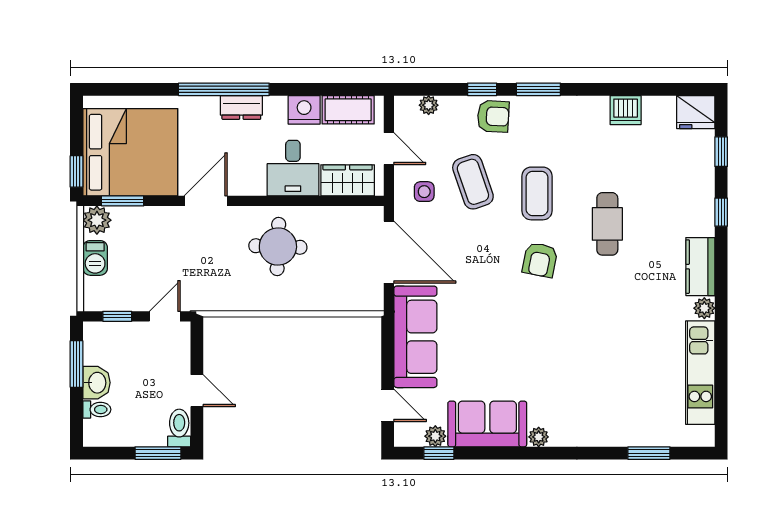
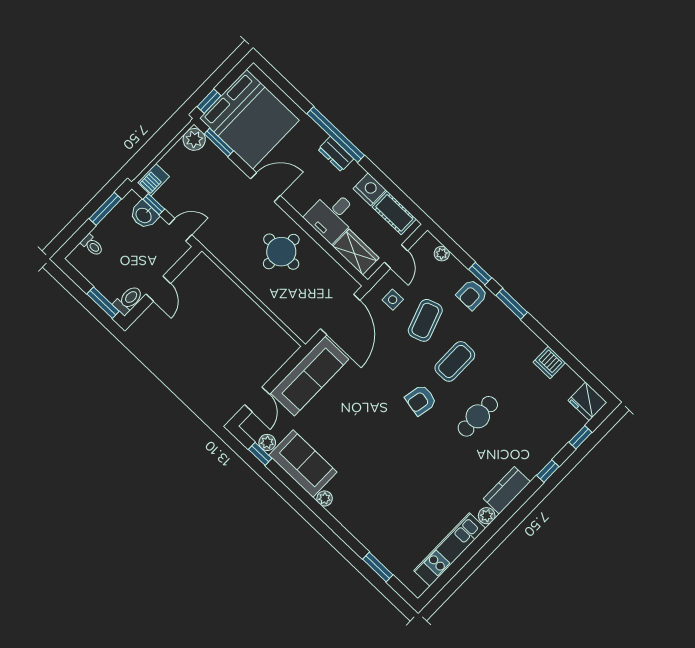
armchair: (493, 116) -> (472, 295), turned 87
barbecue: (95, 258) -> (153, 180), moved
washbasin: (96, 383) -> (144, 215), moved, turned 90

